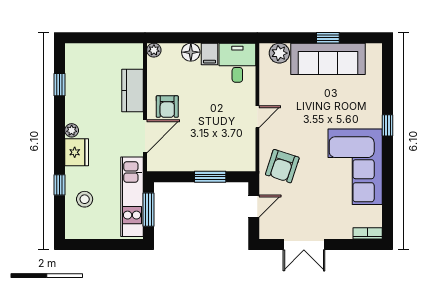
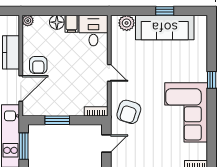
door: (257, 117) -> (109, 73), hinge flipped
bookcase: (241, 166) -> (96, 111), added
window: (210, 177) -> (57, 120), moved

